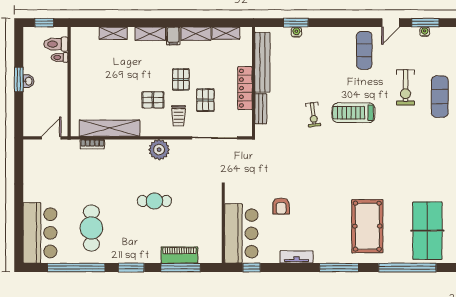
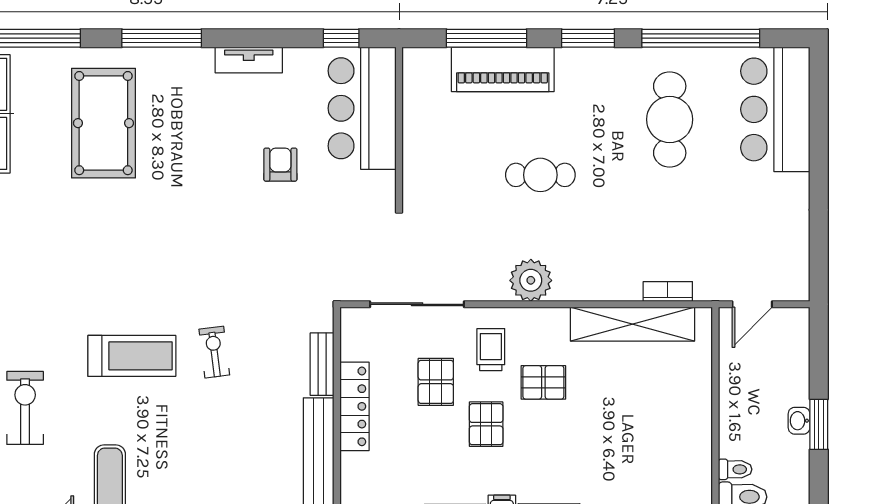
piano: (179, 255) -> (503, 69), width x1.37, depth x1.33

